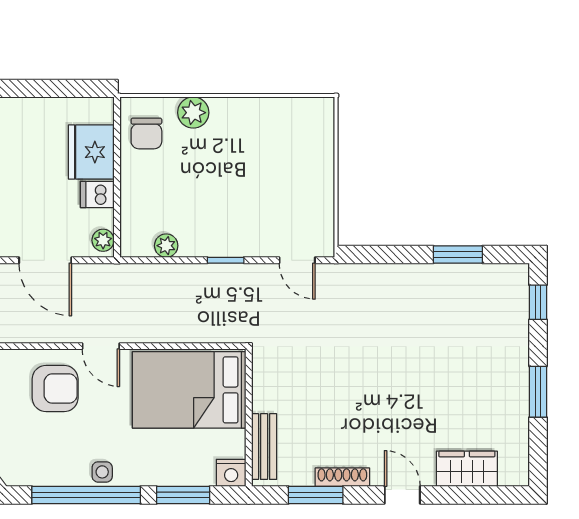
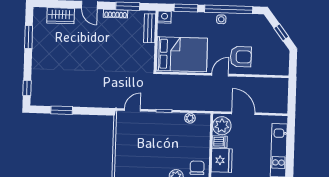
plant: (103, 240) -> (222, 126), width x1.88, depth x1.88
door: (297, 260) -> (132, 110), hinge flipped
door: (101, 346) -> (220, 75), hinge flipped
armchair: (55, 388) -> (241, 57), turned 180
window: (538, 392) -> (29, 37), moved

